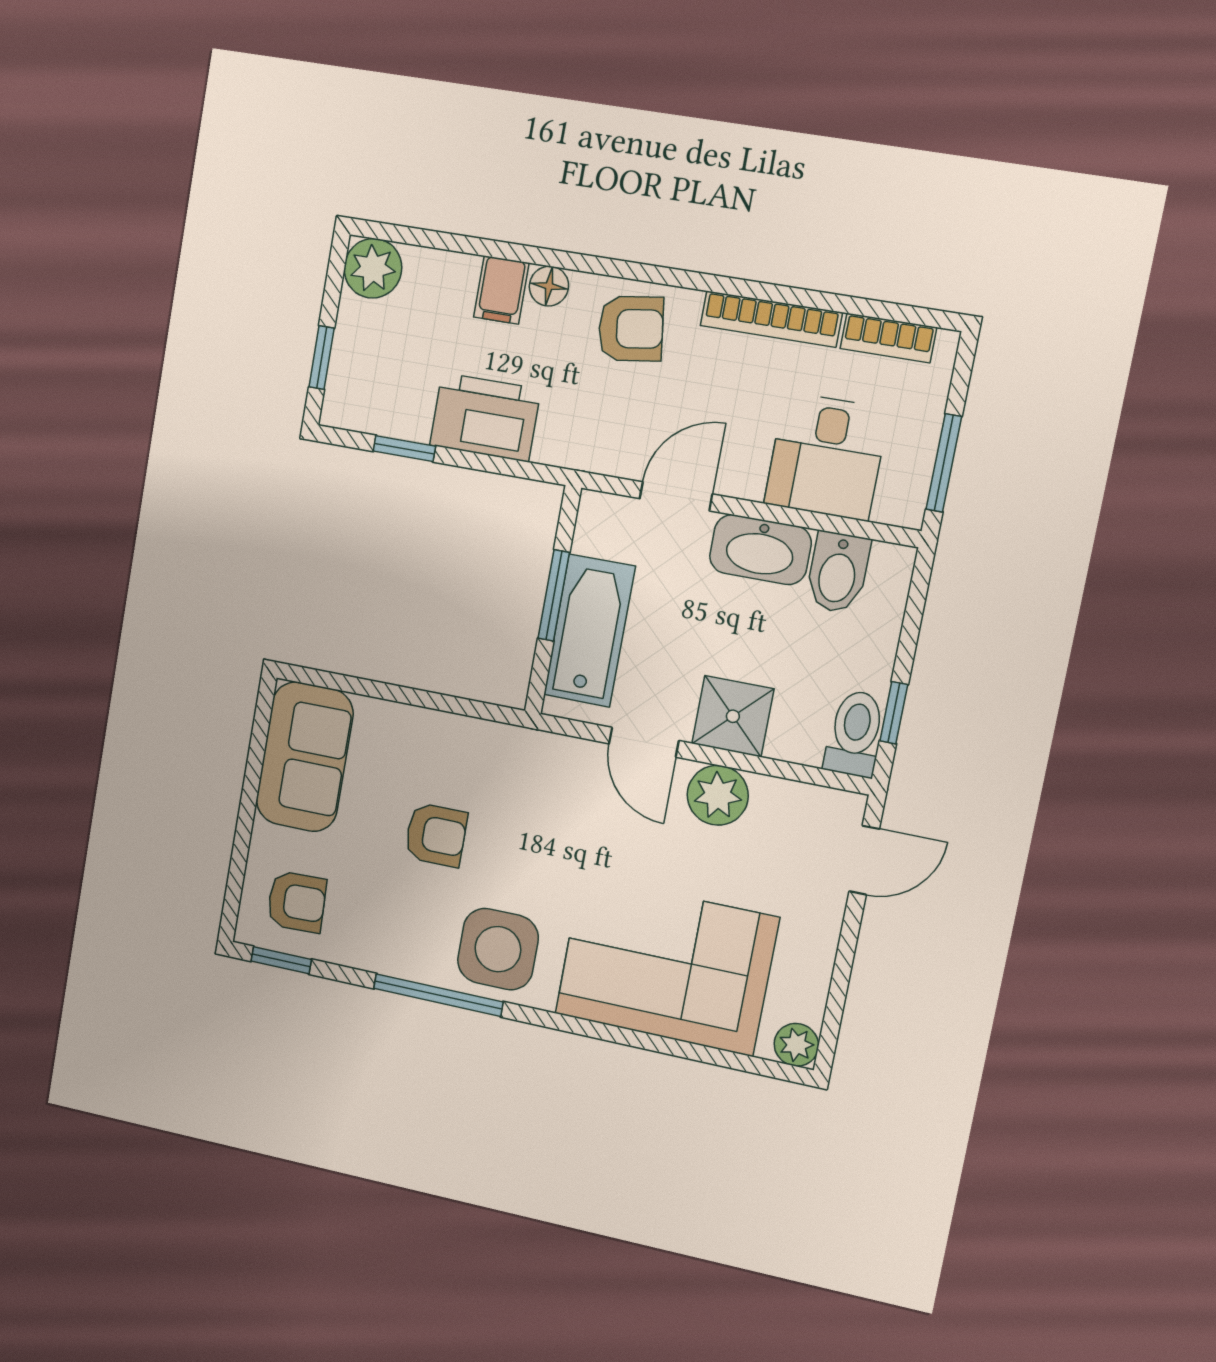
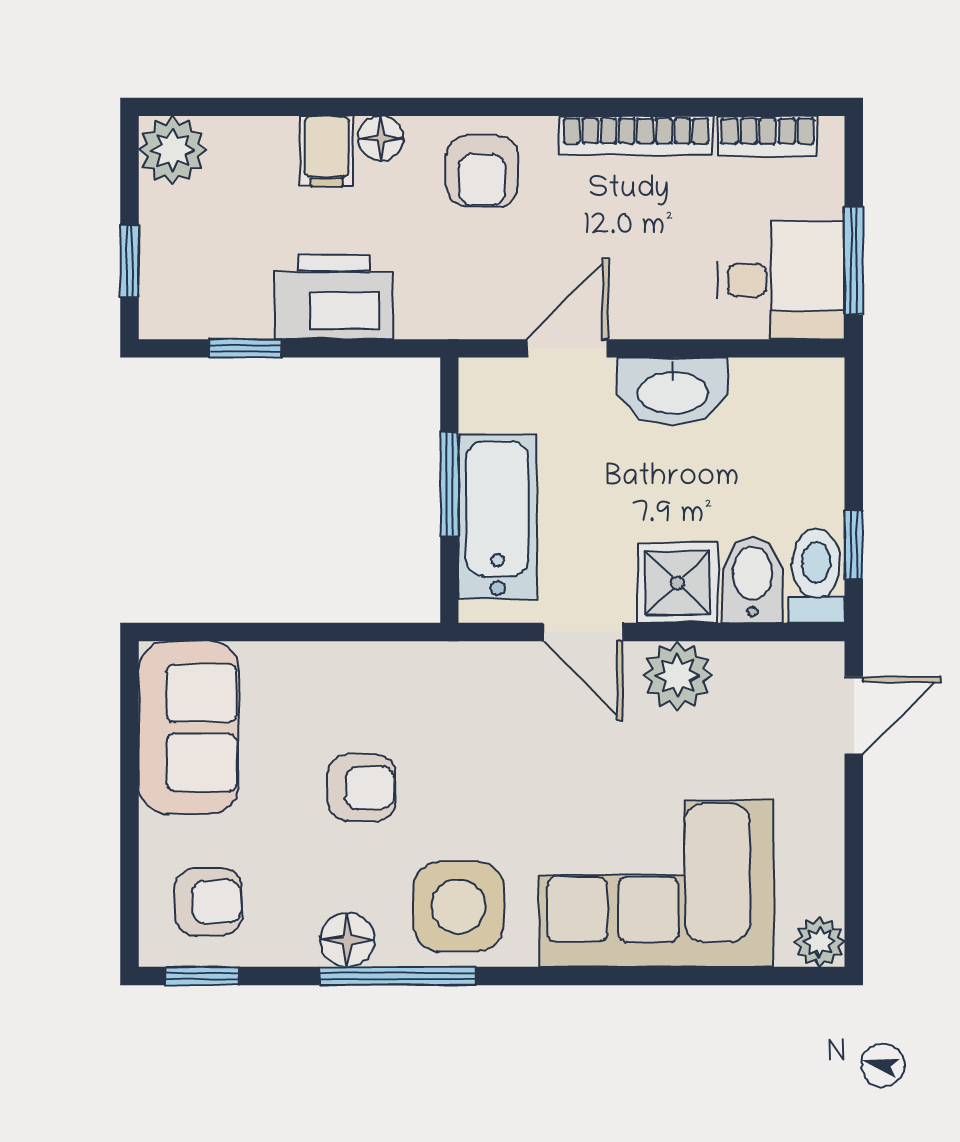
armchair: (631, 329) -> (482, 171), turned 98
desk: (826, 456) -> (781, 280), moved, turned -90
bidet: (838, 573) -> (752, 579), moved, turned 180
floor lamp: (403, 957) -> (347, 940), added

